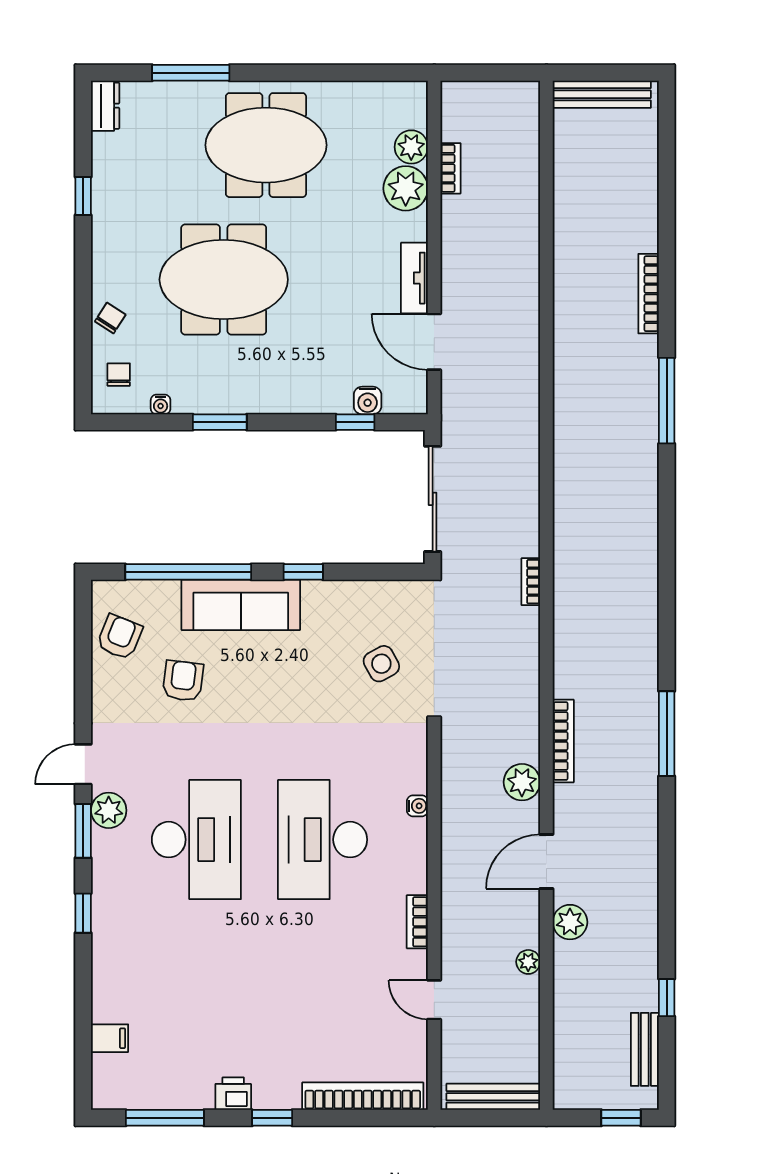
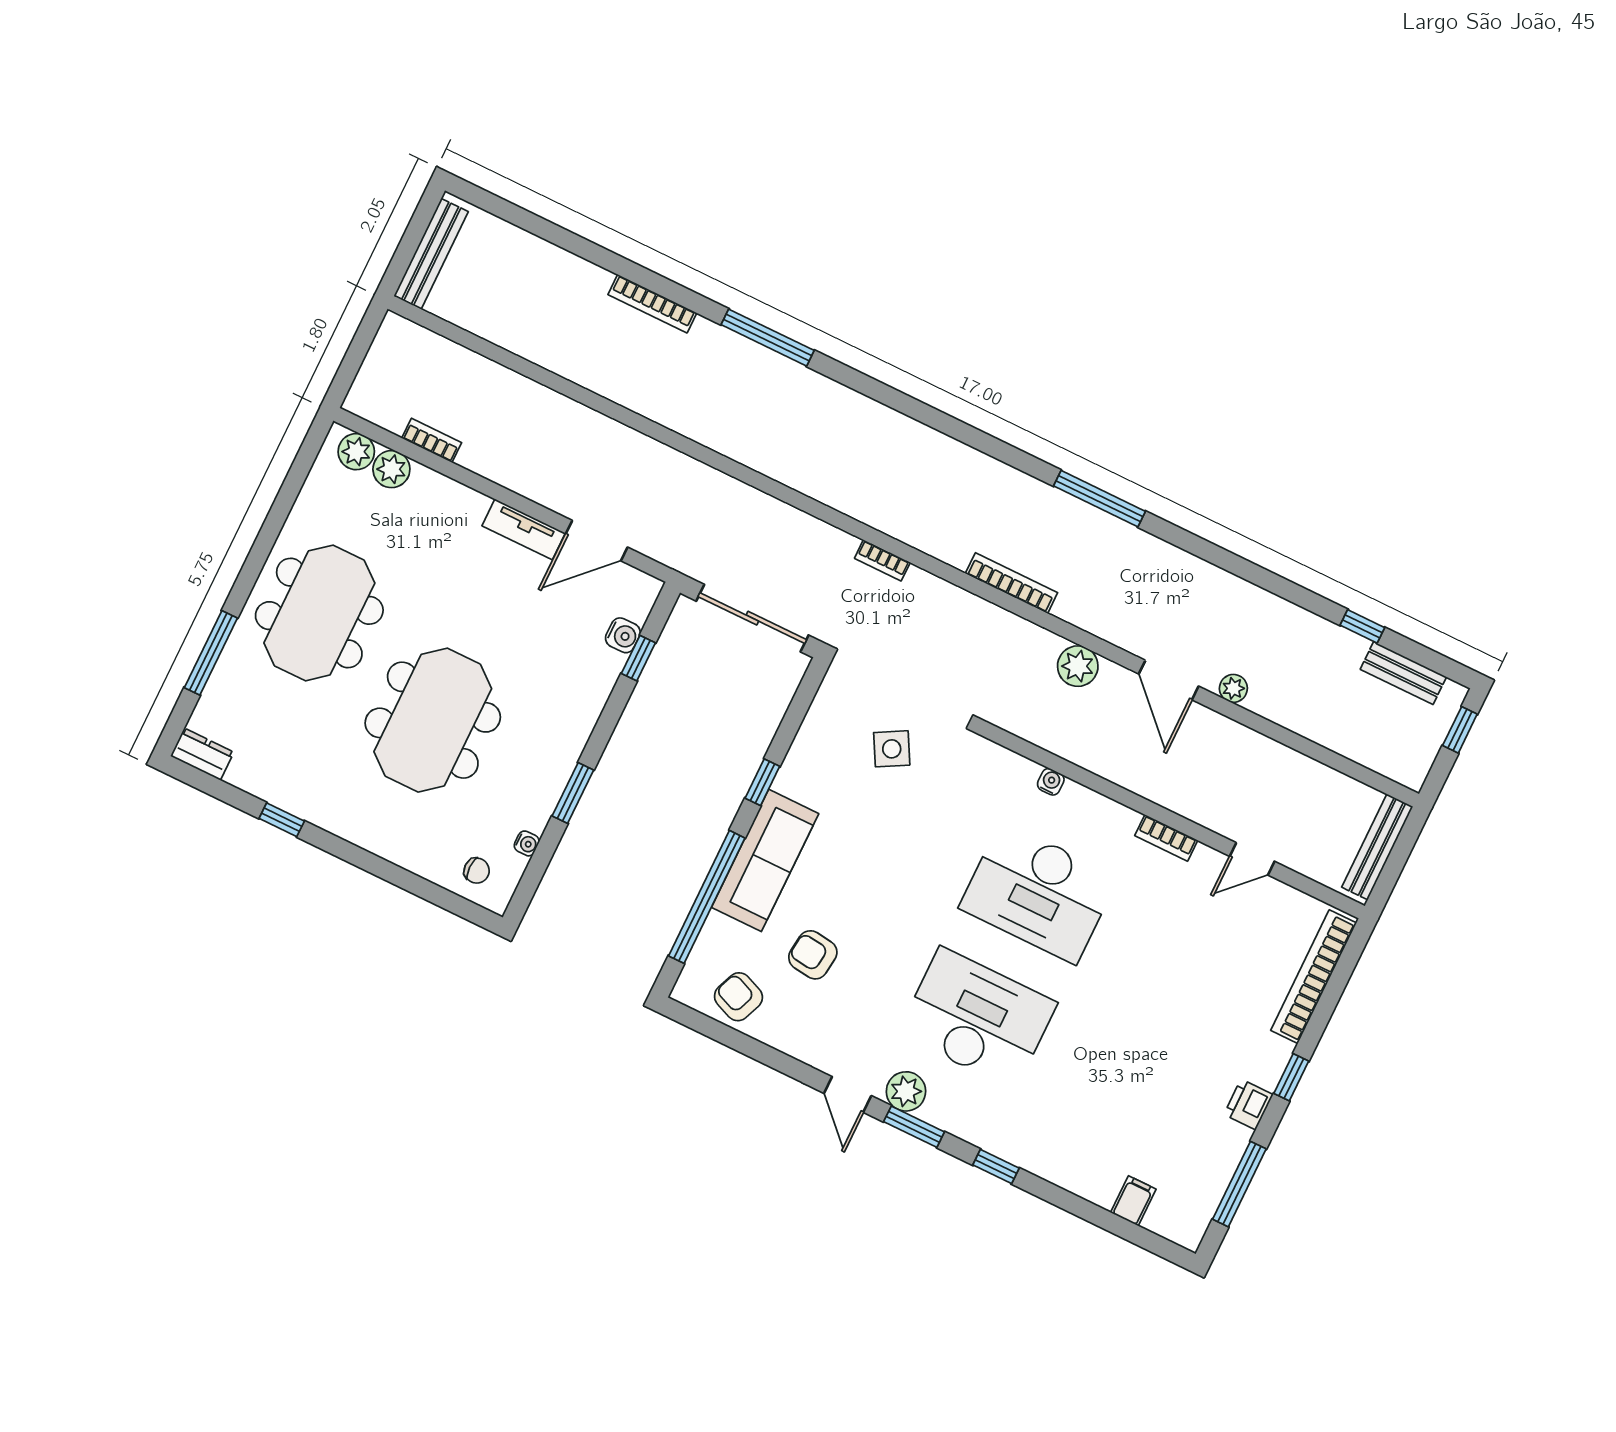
plant: (406, 188) -> (356, 452), moved, width x0.73, depth x0.73
chair: (110, 318) -> (416, 852), removed
chair: (119, 375) -> (477, 871), turned 180
bookcase: (563, 741) -> (1011, 583), moved
plant: (570, 922) -> (1233, 688), width x0.73, depth x0.73
plant: (528, 962) -> (1260, 747), removed

